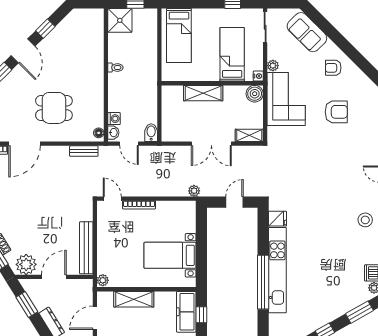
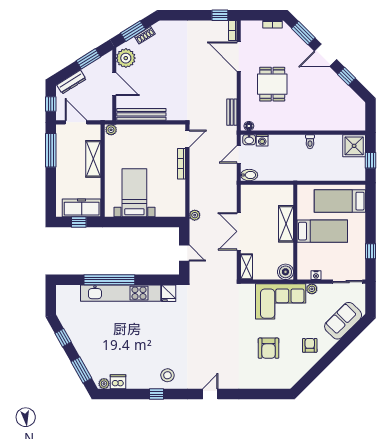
bed: (232, 54) -> (322, 231), moved
nightstand: (258, 76) -> (316, 275), moved

